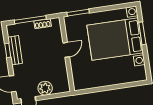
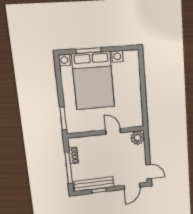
bench: (15, 50) -> (94, 184), width x1.36
door: (66, 50) -> (113, 131), moved
plant: (45, 88) -> (138, 138), moved

